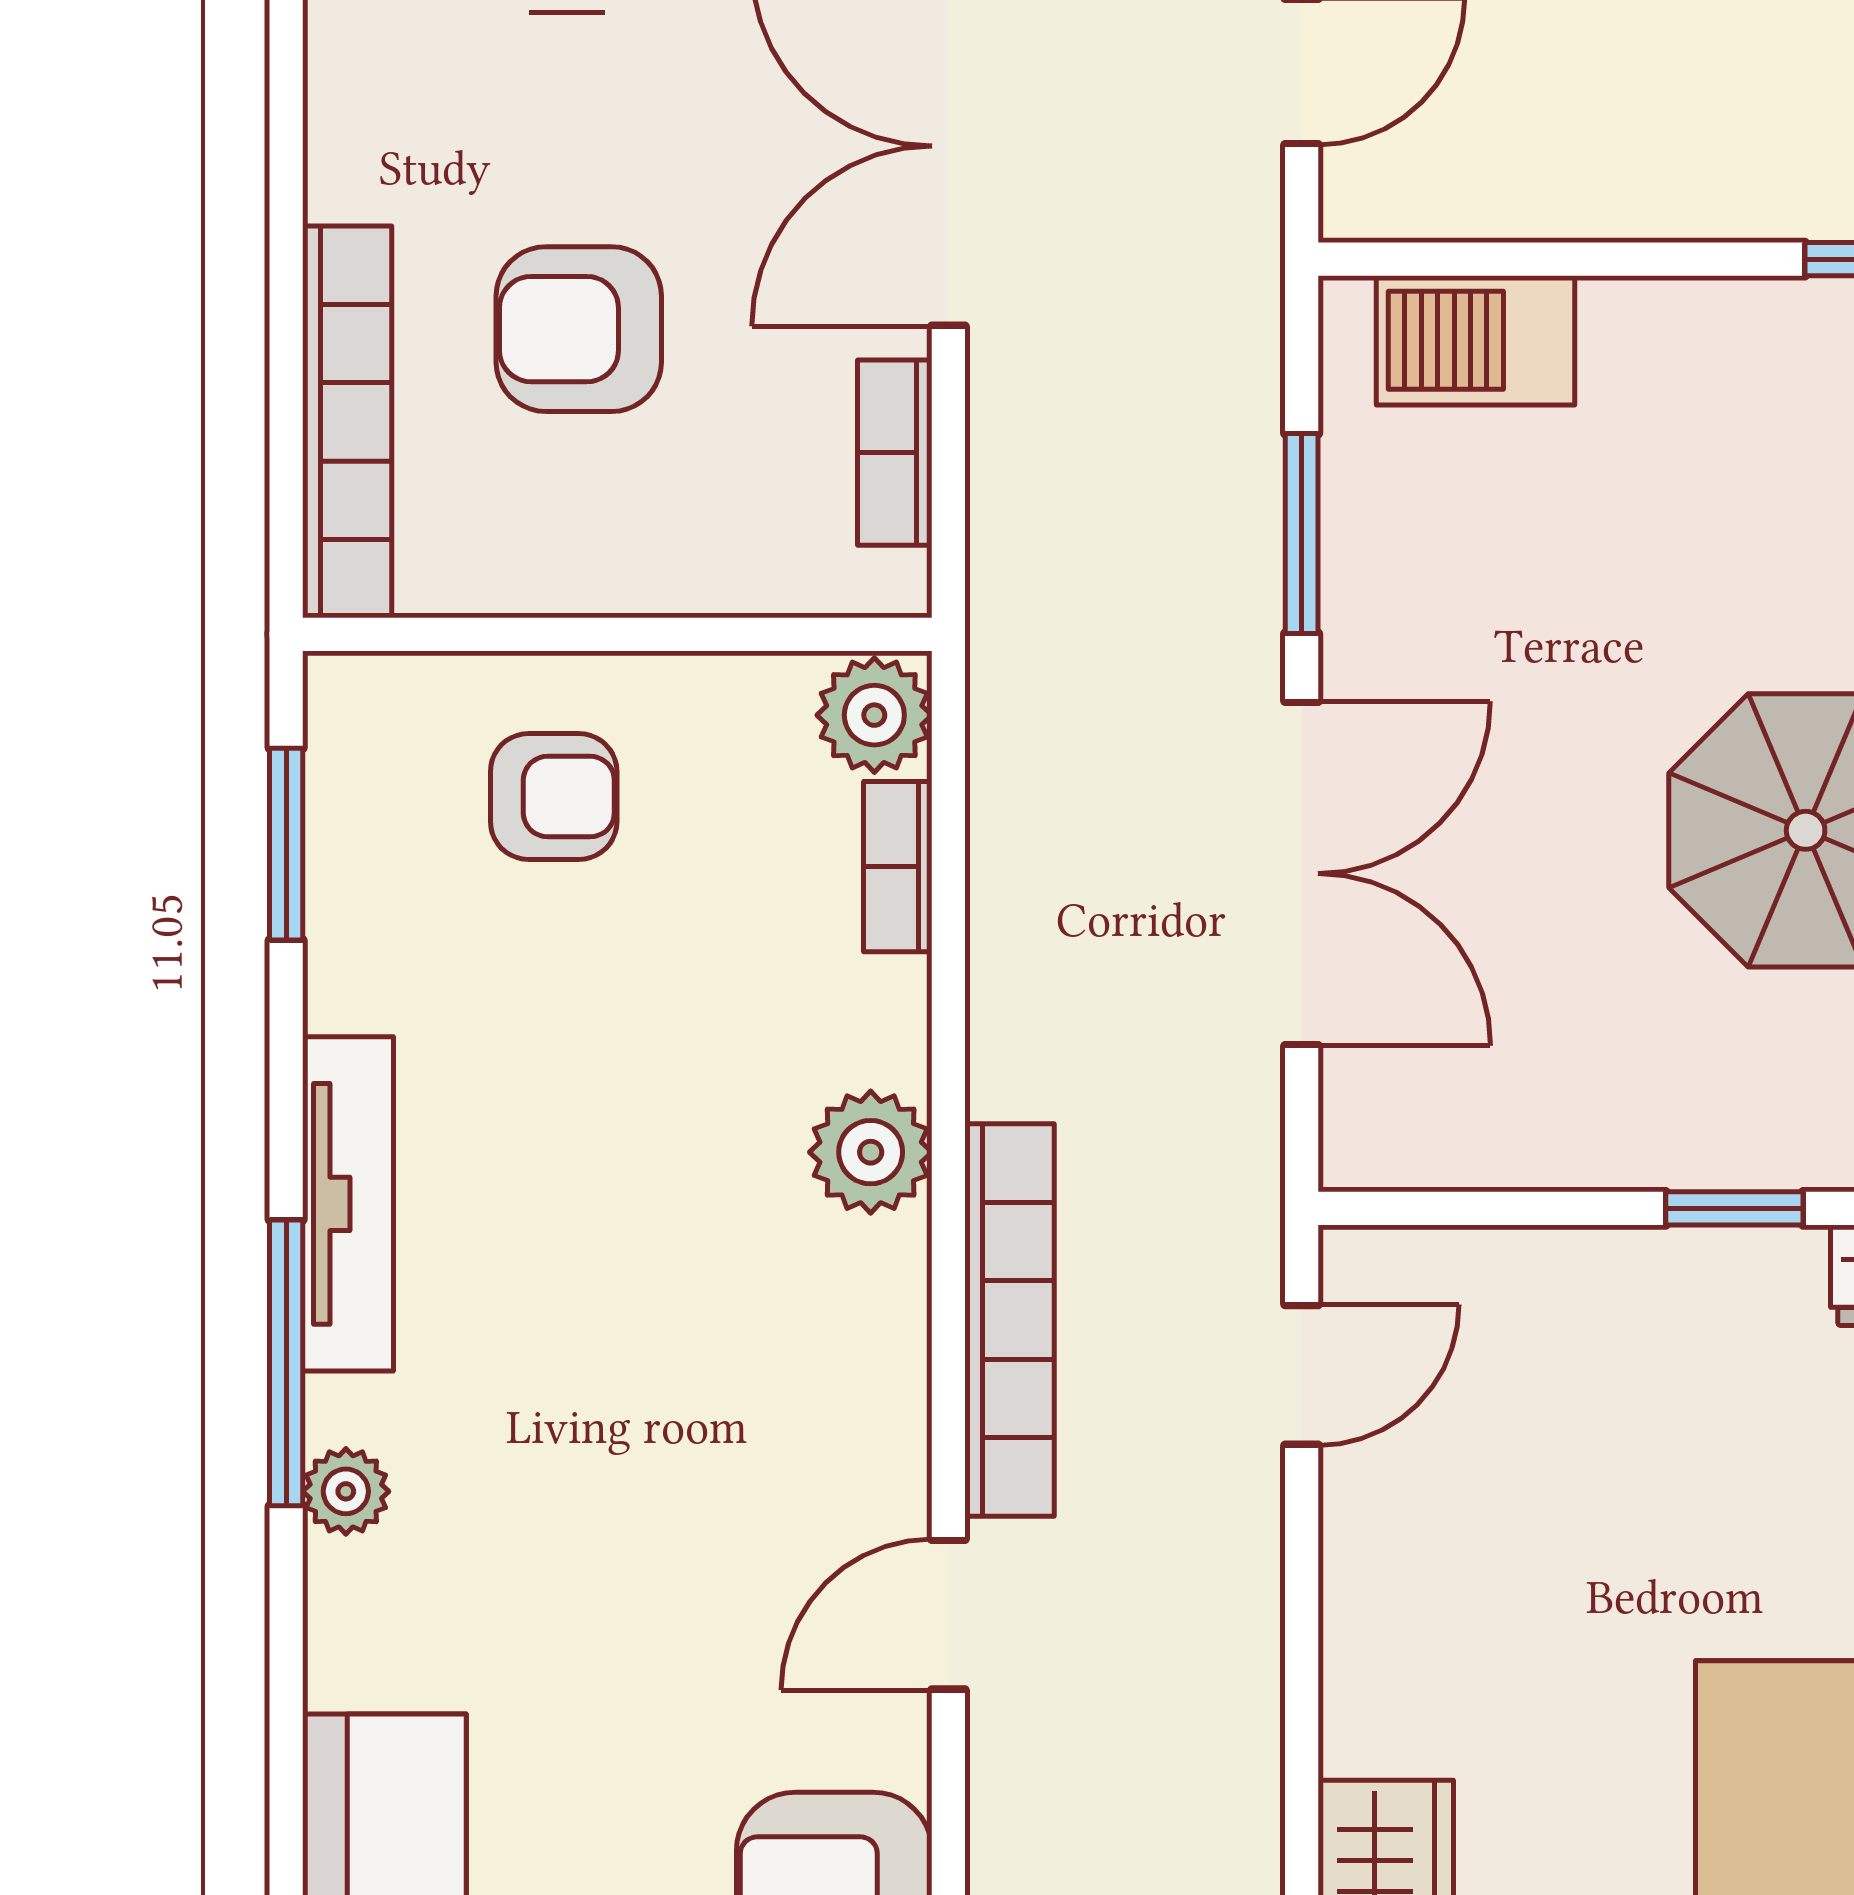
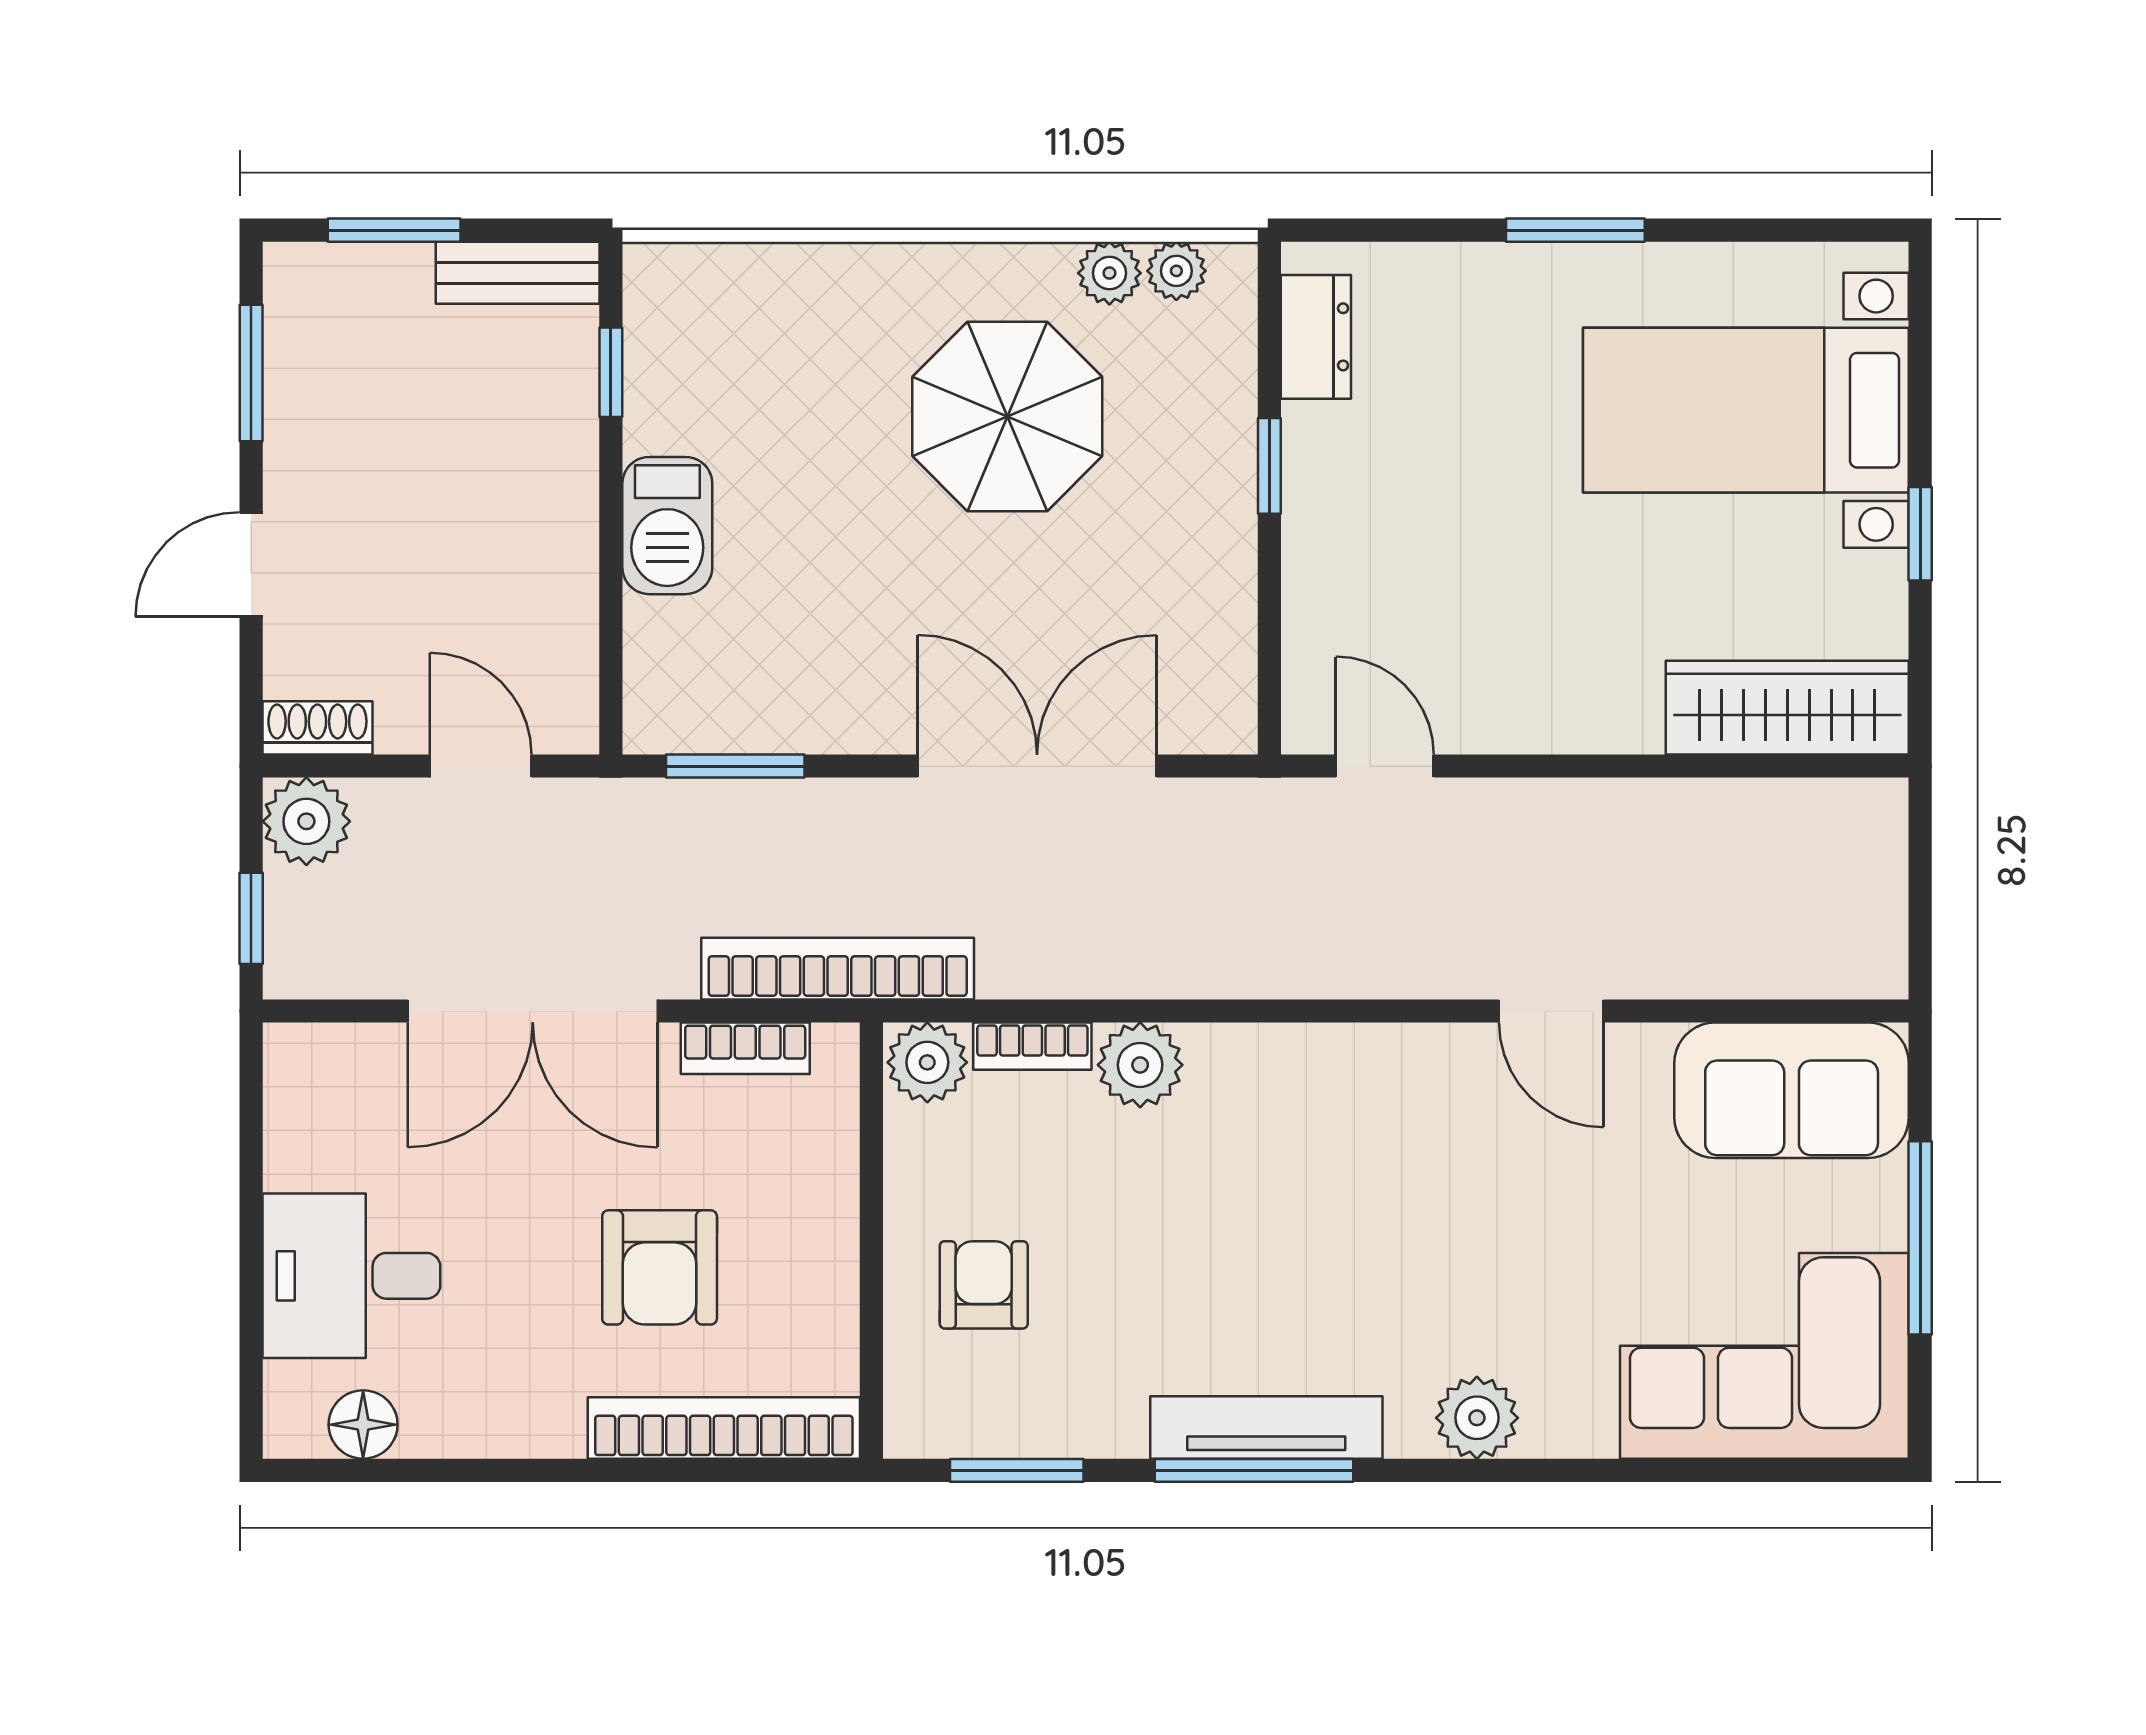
barbecue: (1476, 340) -> (667, 526), moved
window: (1302, 533) -> (735, 766), moved
plant: (871, 1152) -> (1140, 1065), moved
bookcase: (1010, 1320) -> (838, 969), moved
window: (286, 1363) -> (1254, 1470), moved
plant: (346, 1491) -> (1477, 1418), width x1.38, depth x1.38

